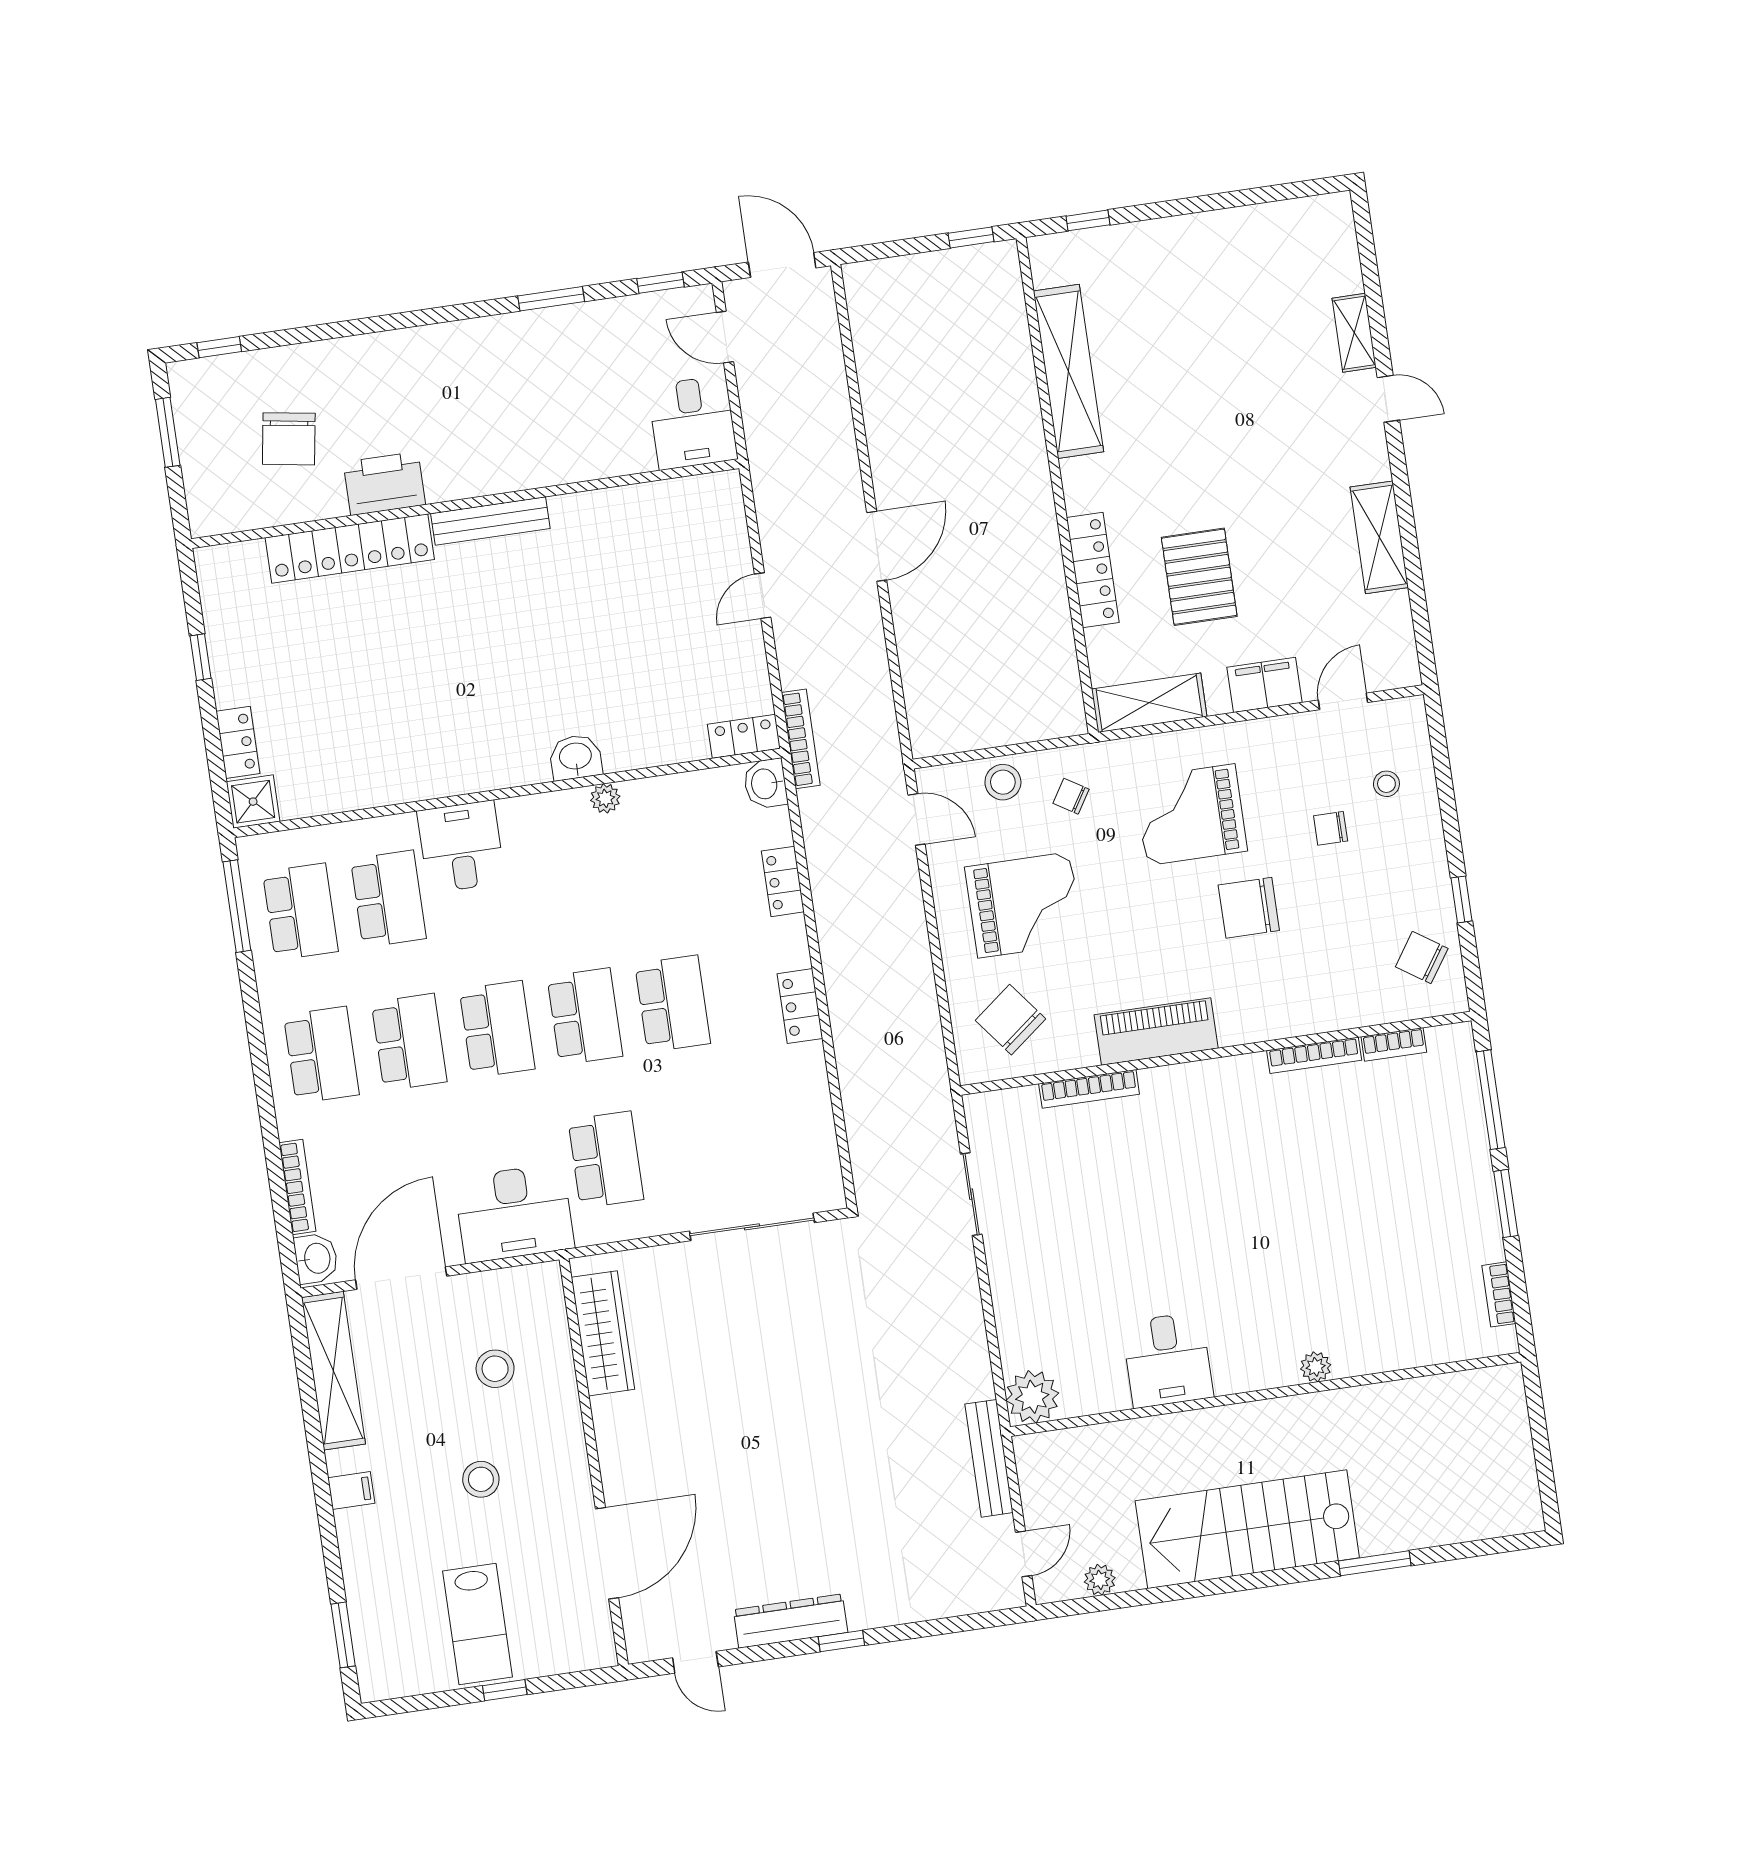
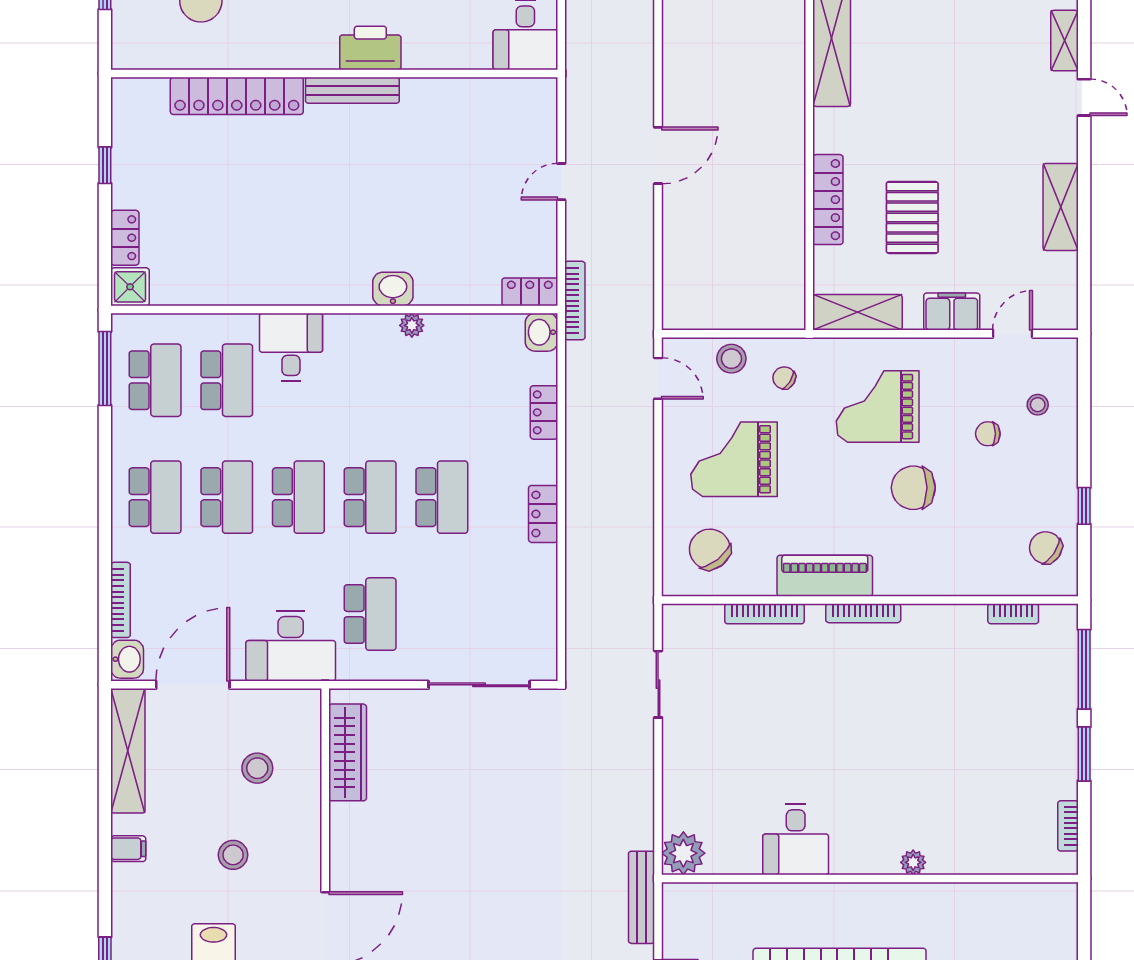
printer: (384, 483) -> (370, 48), moved
grand piano: (1024, 905) -> (734, 459), turned 180
bookcase: (1314, 1055) -> (863, 613), moved

